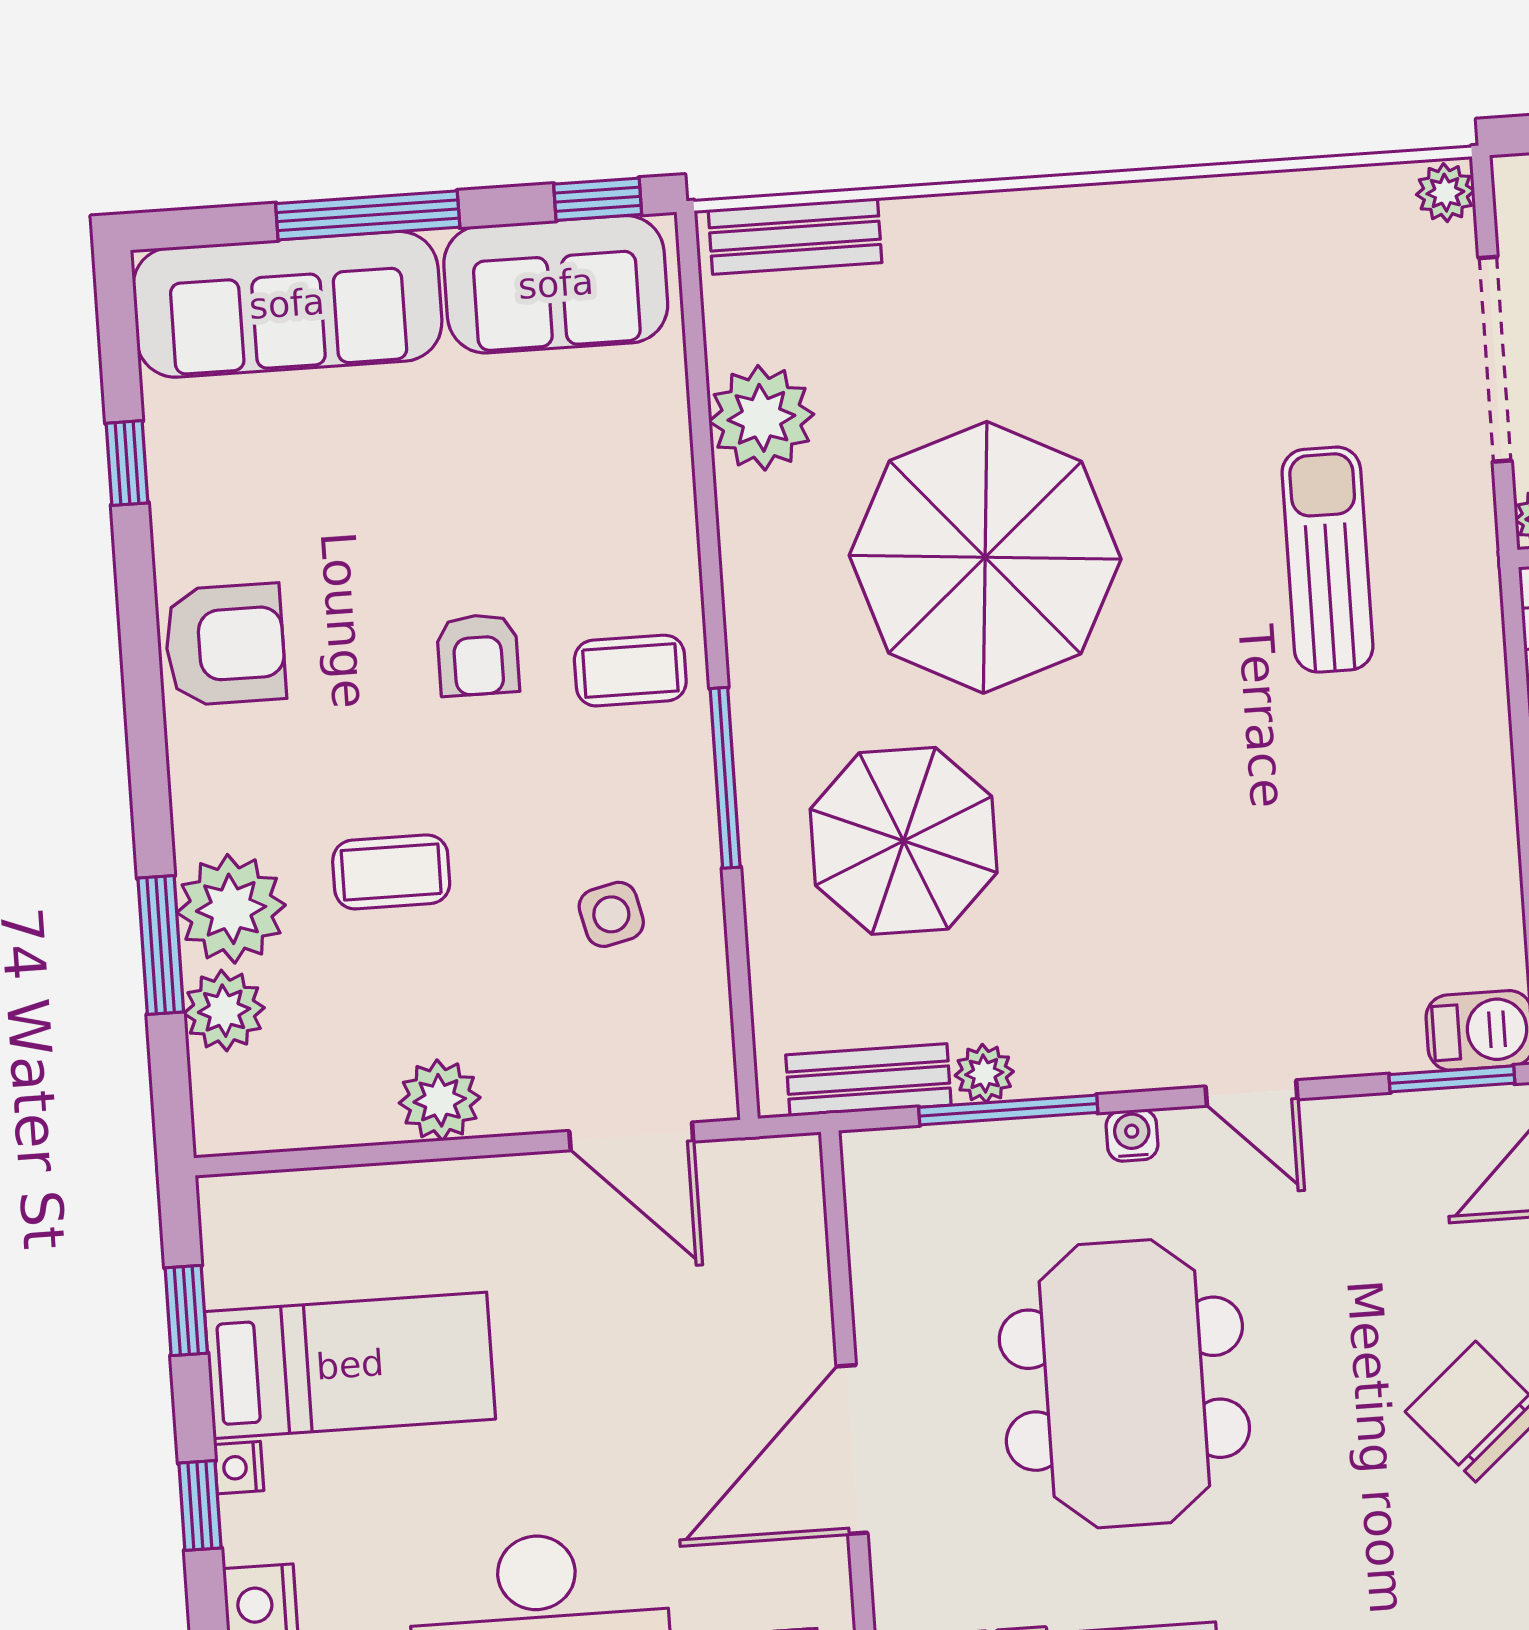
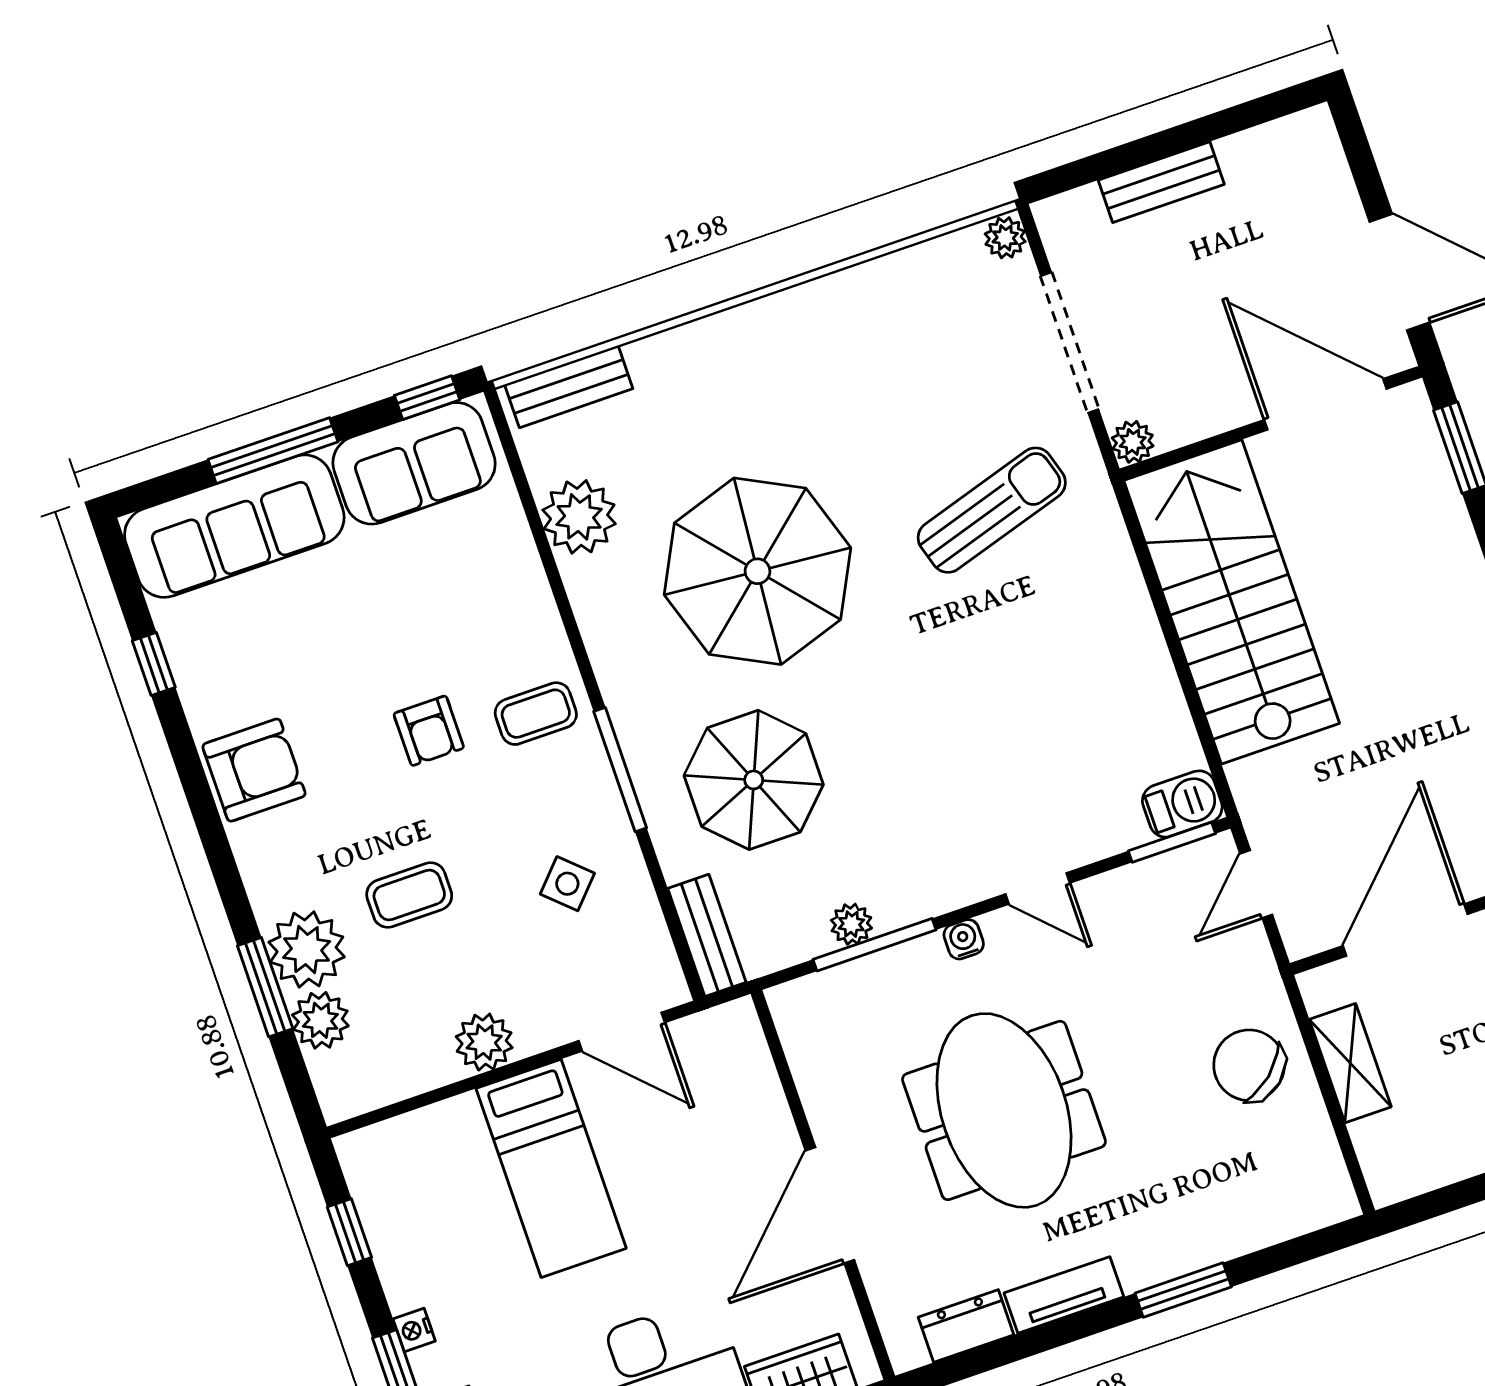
sun lounger: (1327, 560) -> (992, 510), turned 73
side table: (611, 914) -> (567, 884), turned -34
bench: (868, 1080) -> (707, 935), moved, turned 90
bed: (350, 1365) -> (551, 1168), moved, turned 90

